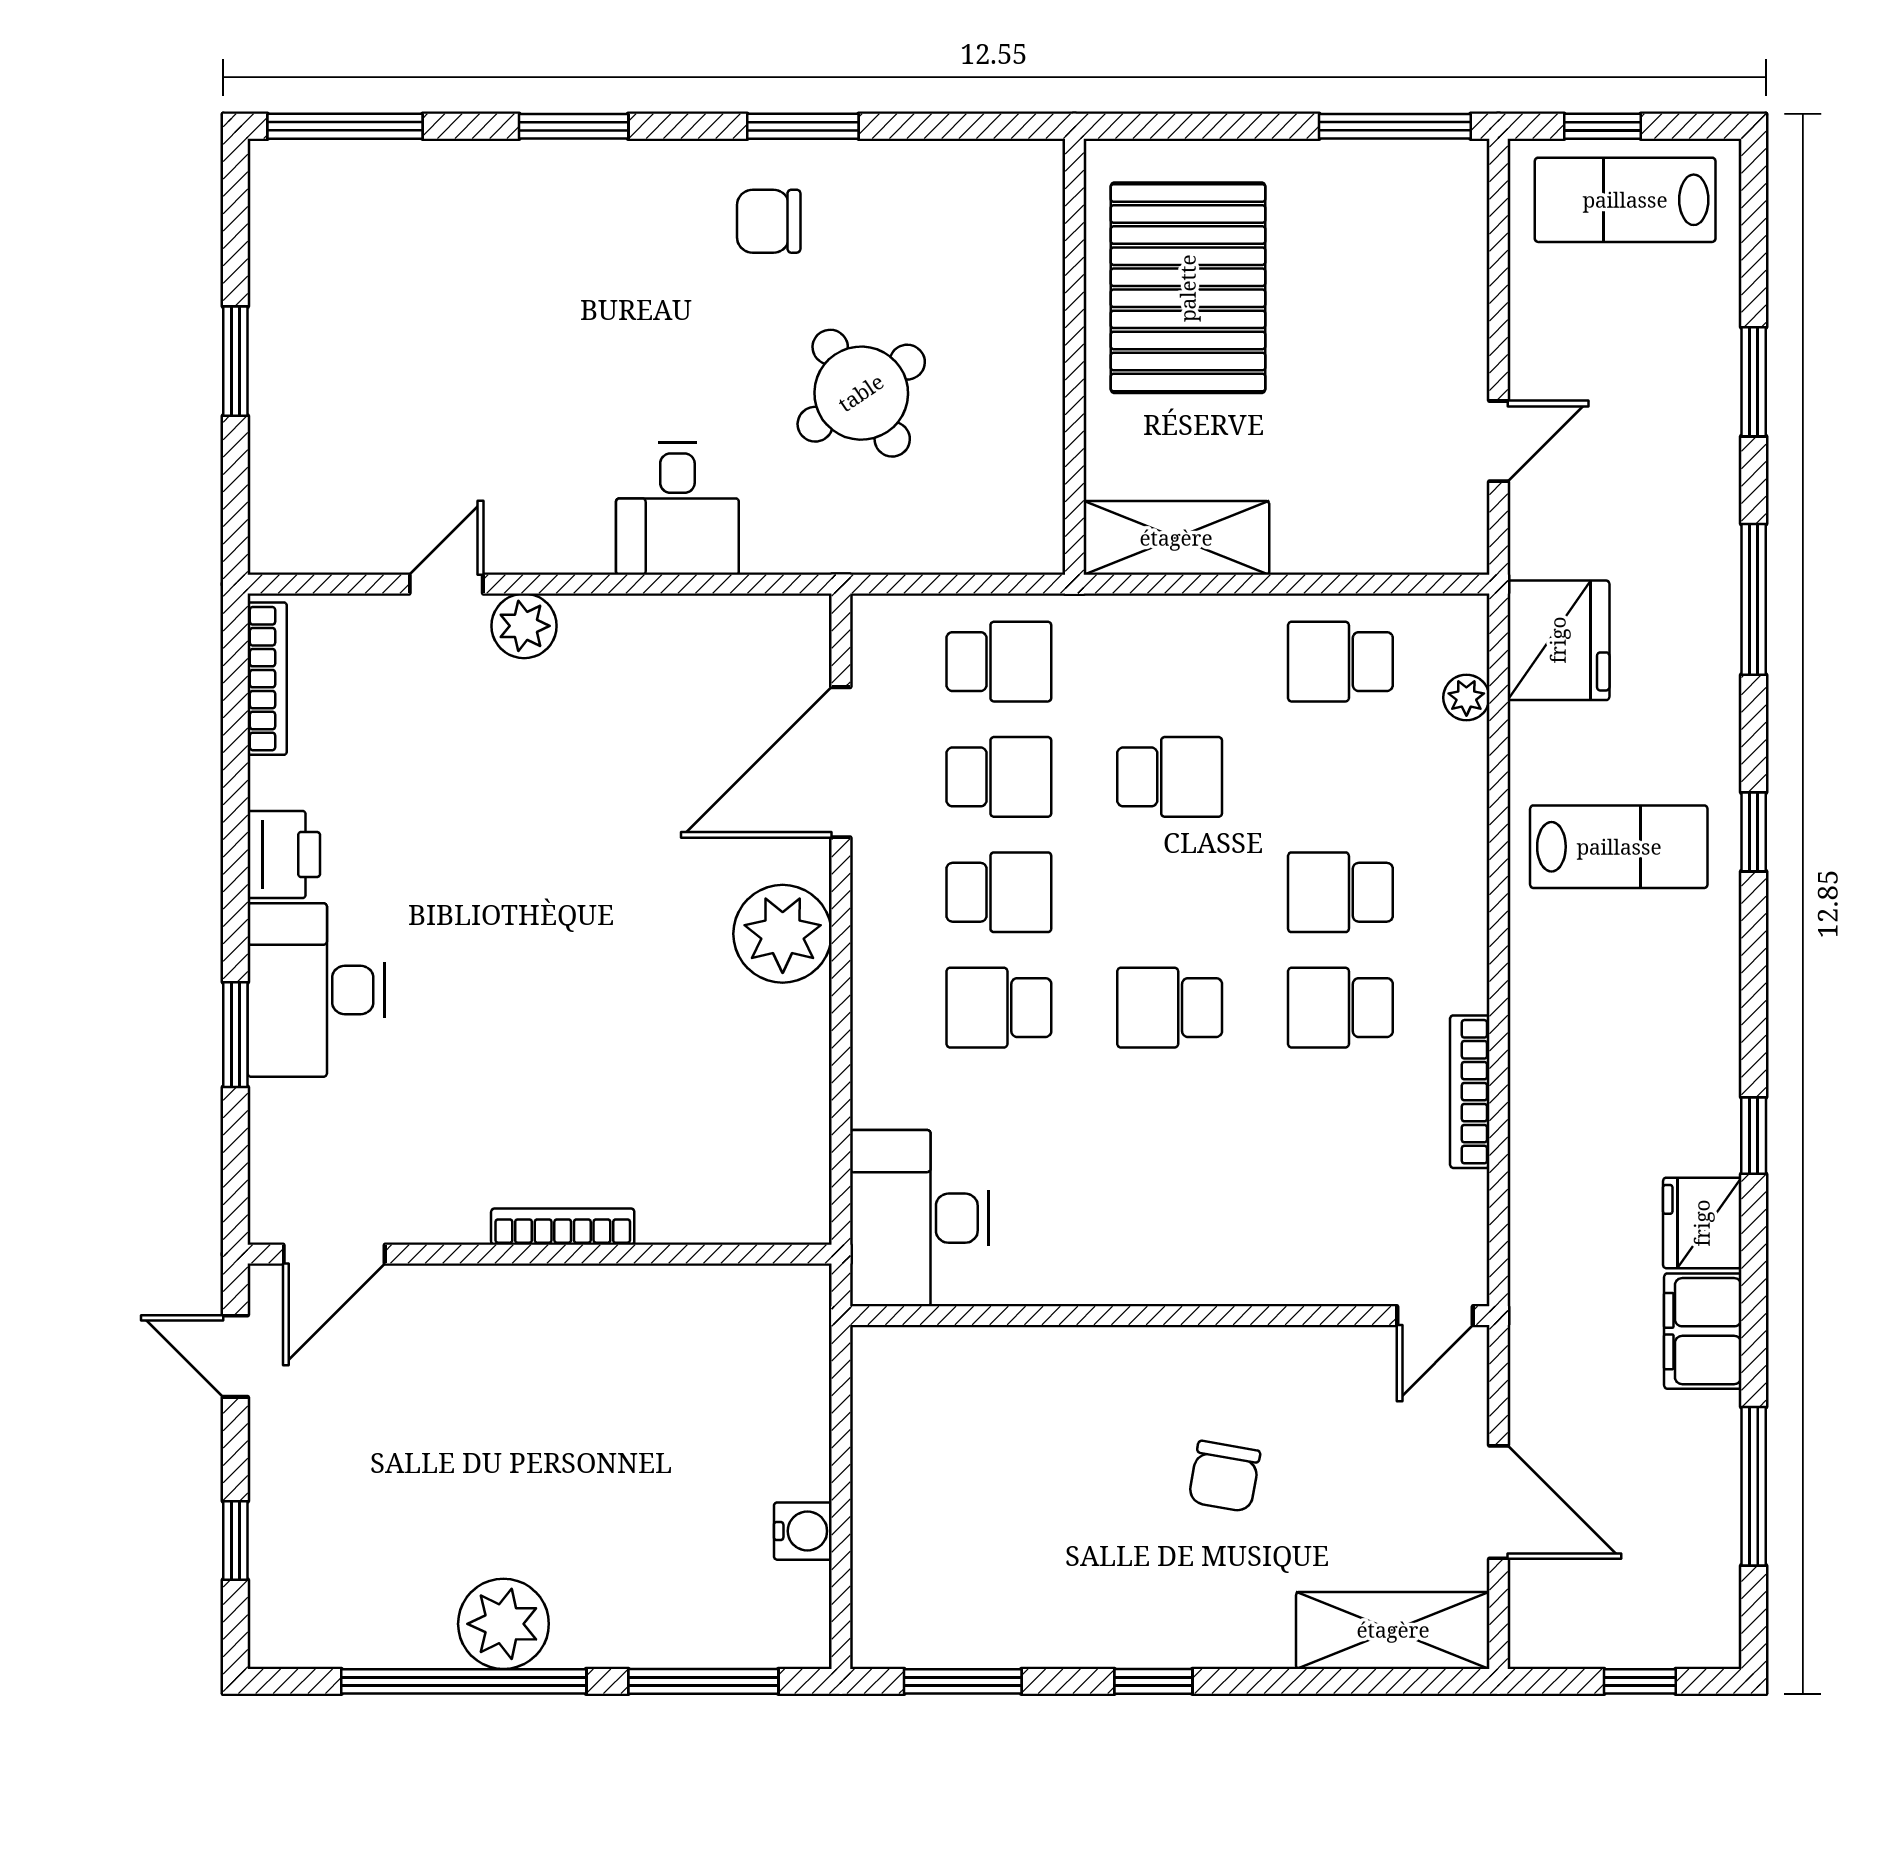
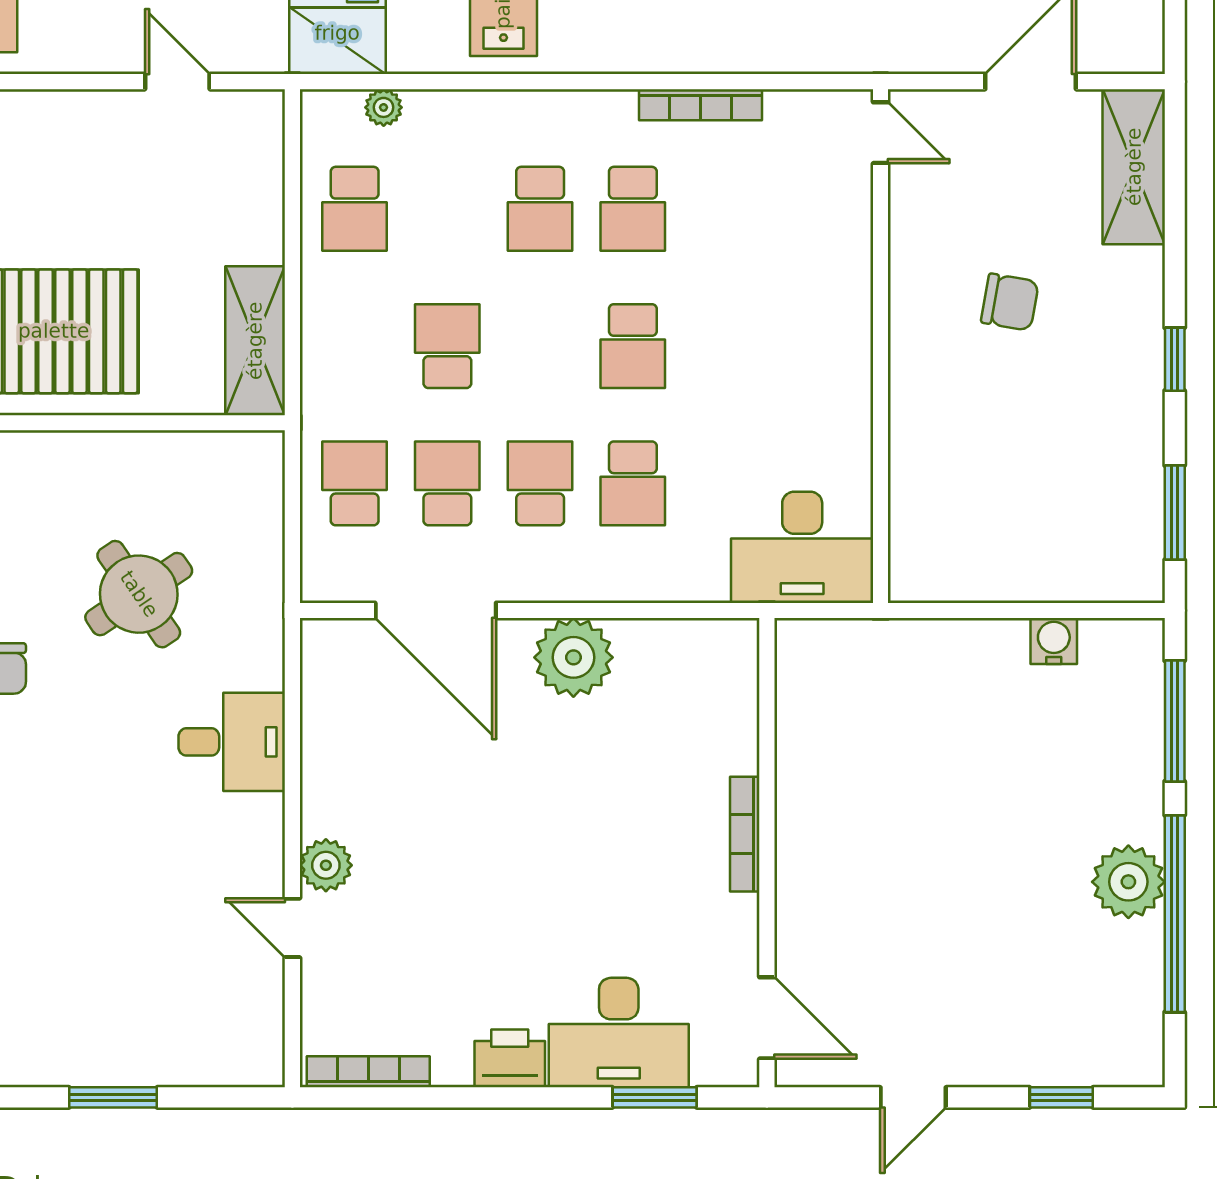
bookcase: (563, 1227) -> (745, 834), moved
door: (334, 1254) -> (767, 1018), moved
wall: (540, 1254) -> (767, 853), moved

